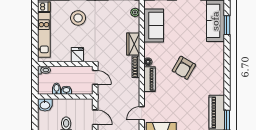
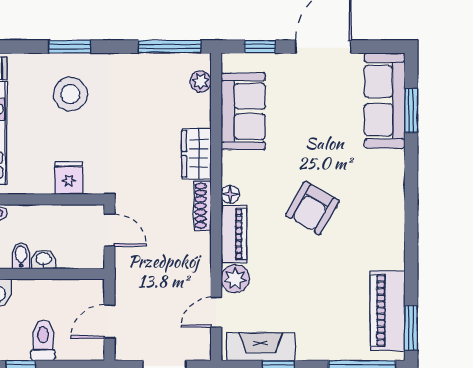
plant: (150, 99) -> (235, 279), added
door: (95, 117) -> (109, 321), swing flipped

